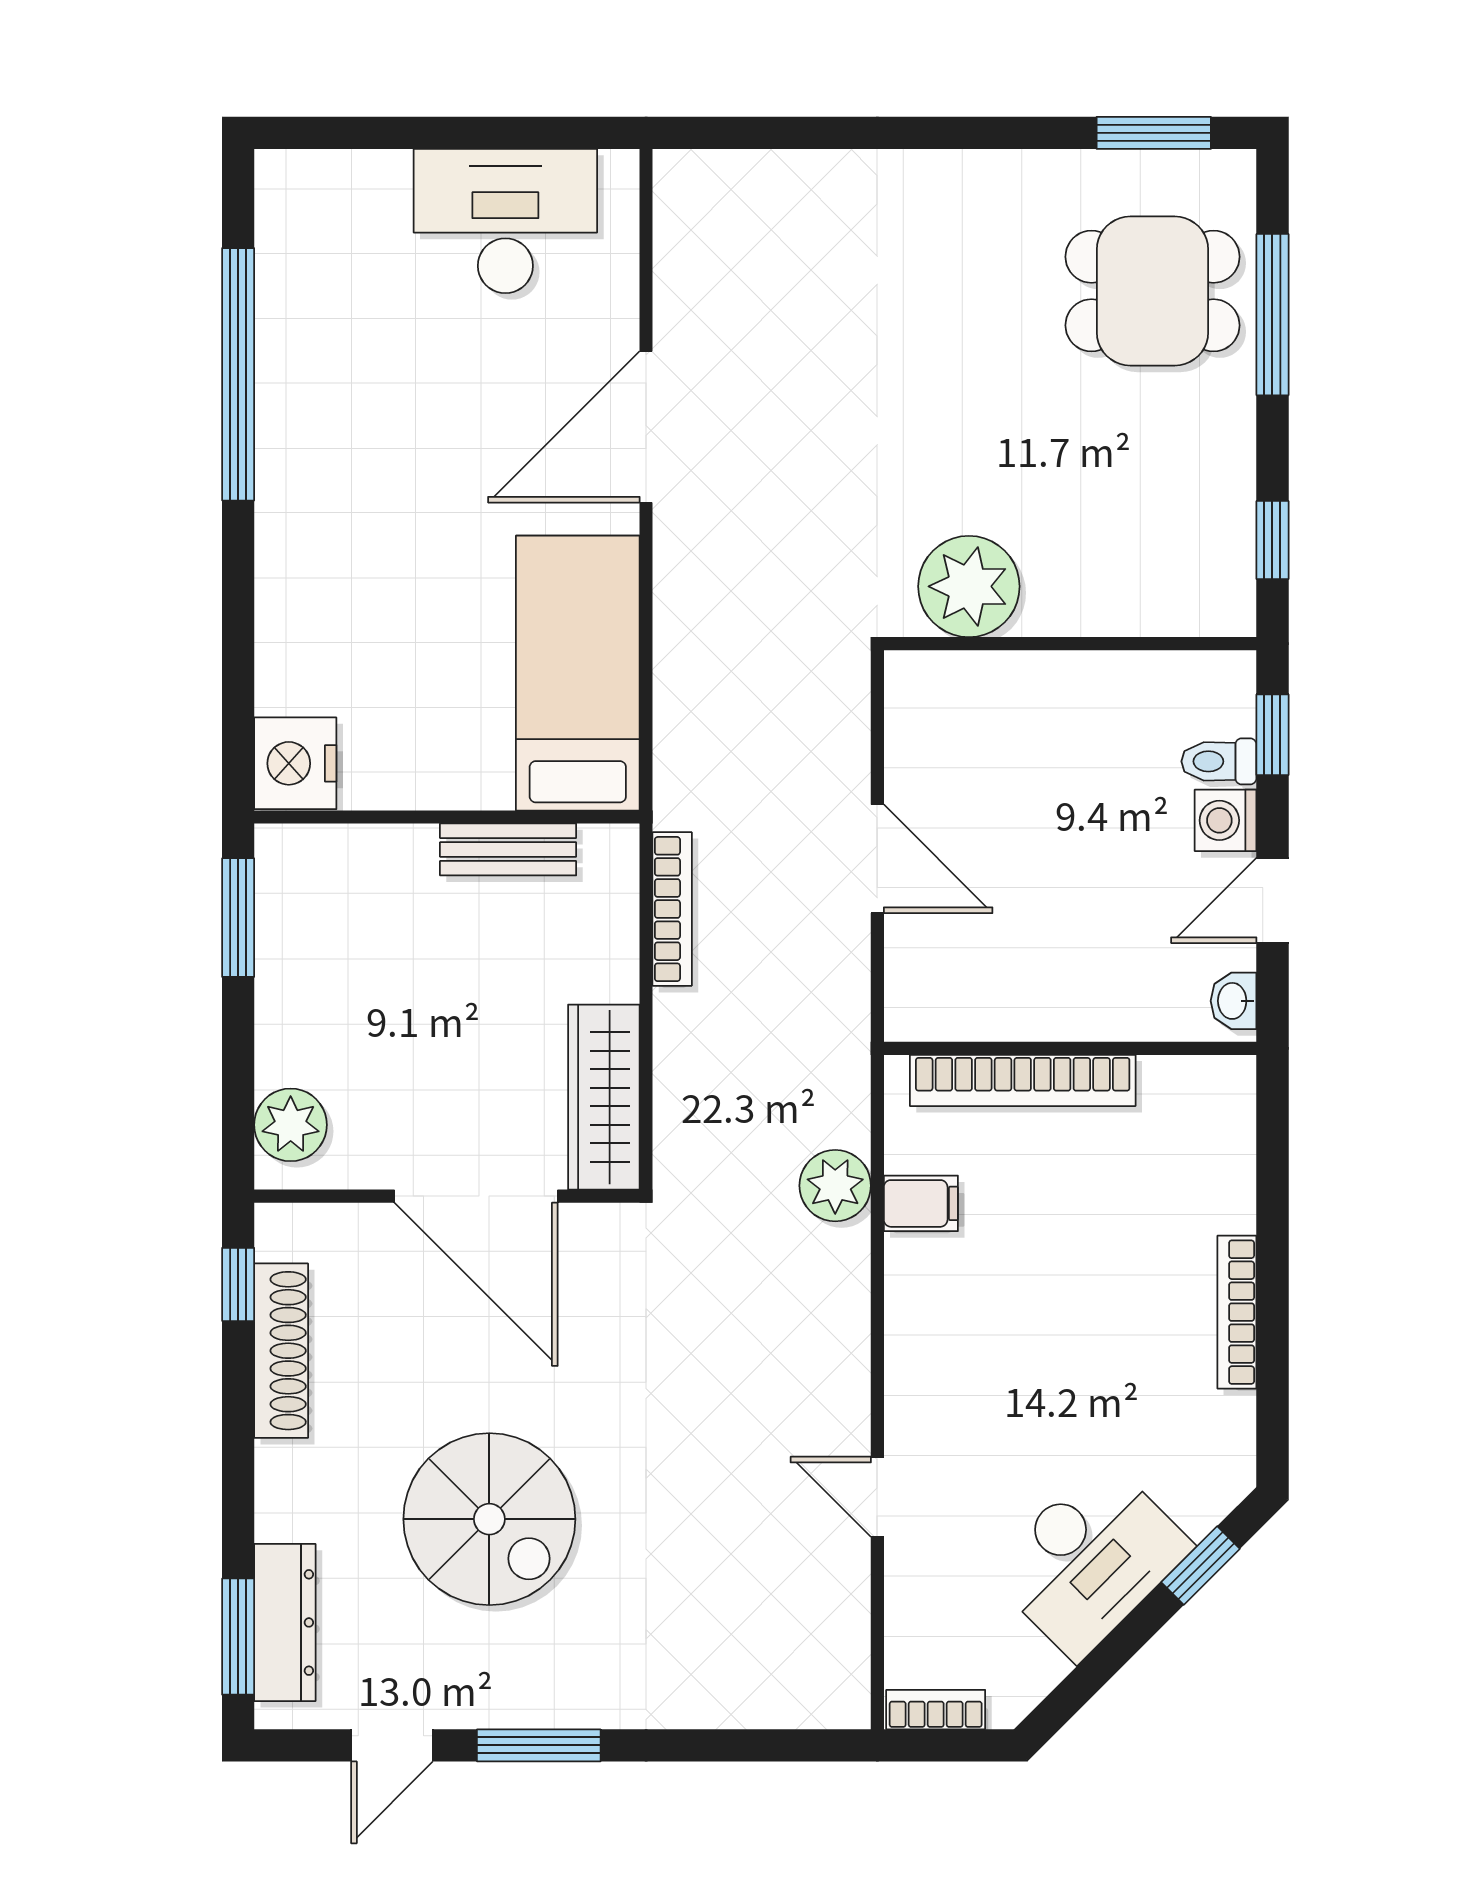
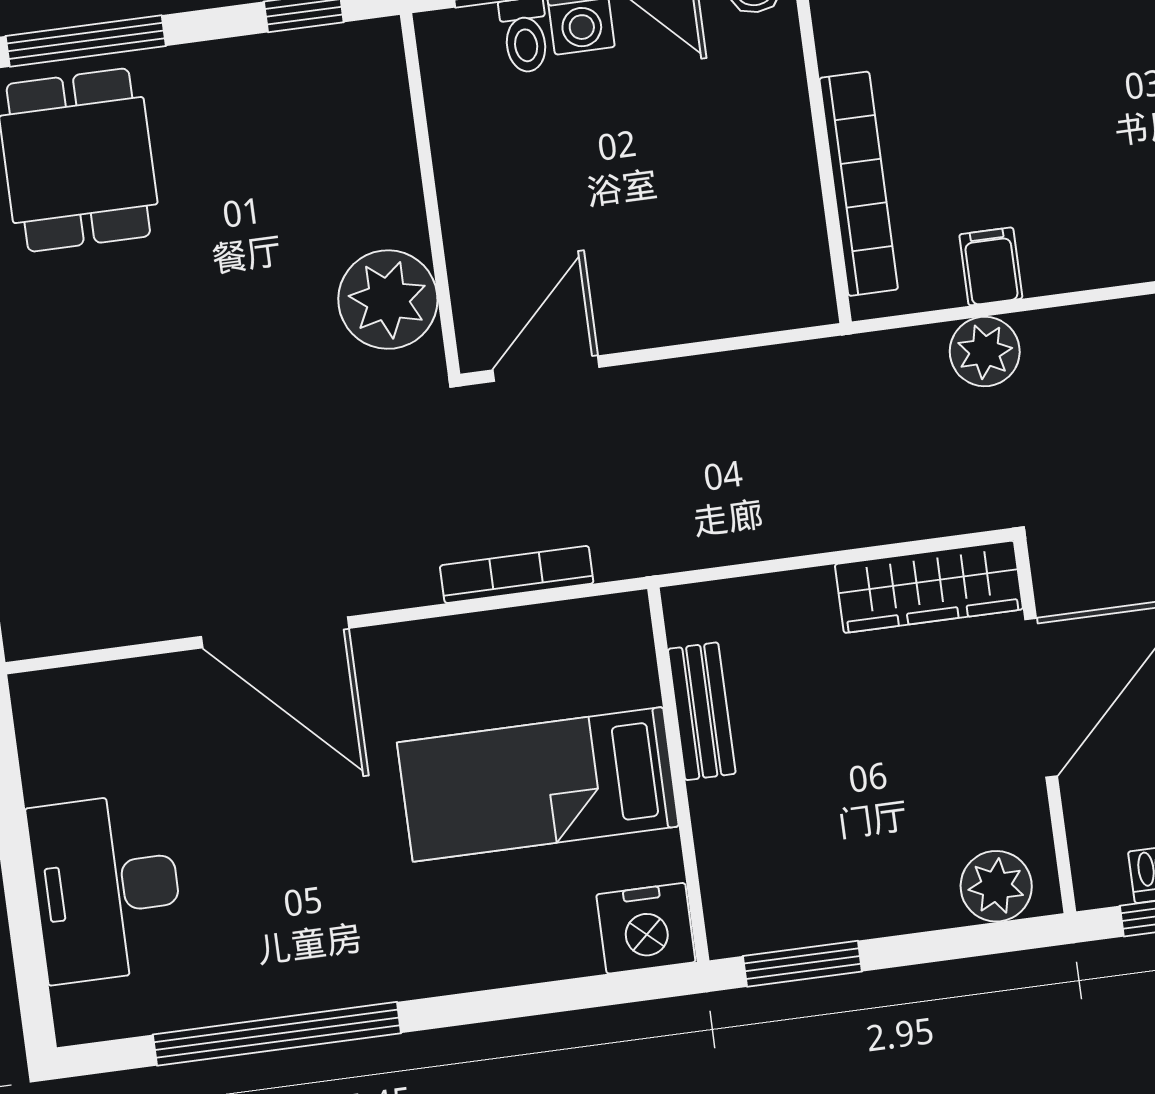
desk: (505, 221) -> (107, 888), moved
bed: (578, 673) -> (538, 784), moved
door: (877, 859) -> (546, 369), moved
bookcase: (672, 909) -> (517, 574), moved

